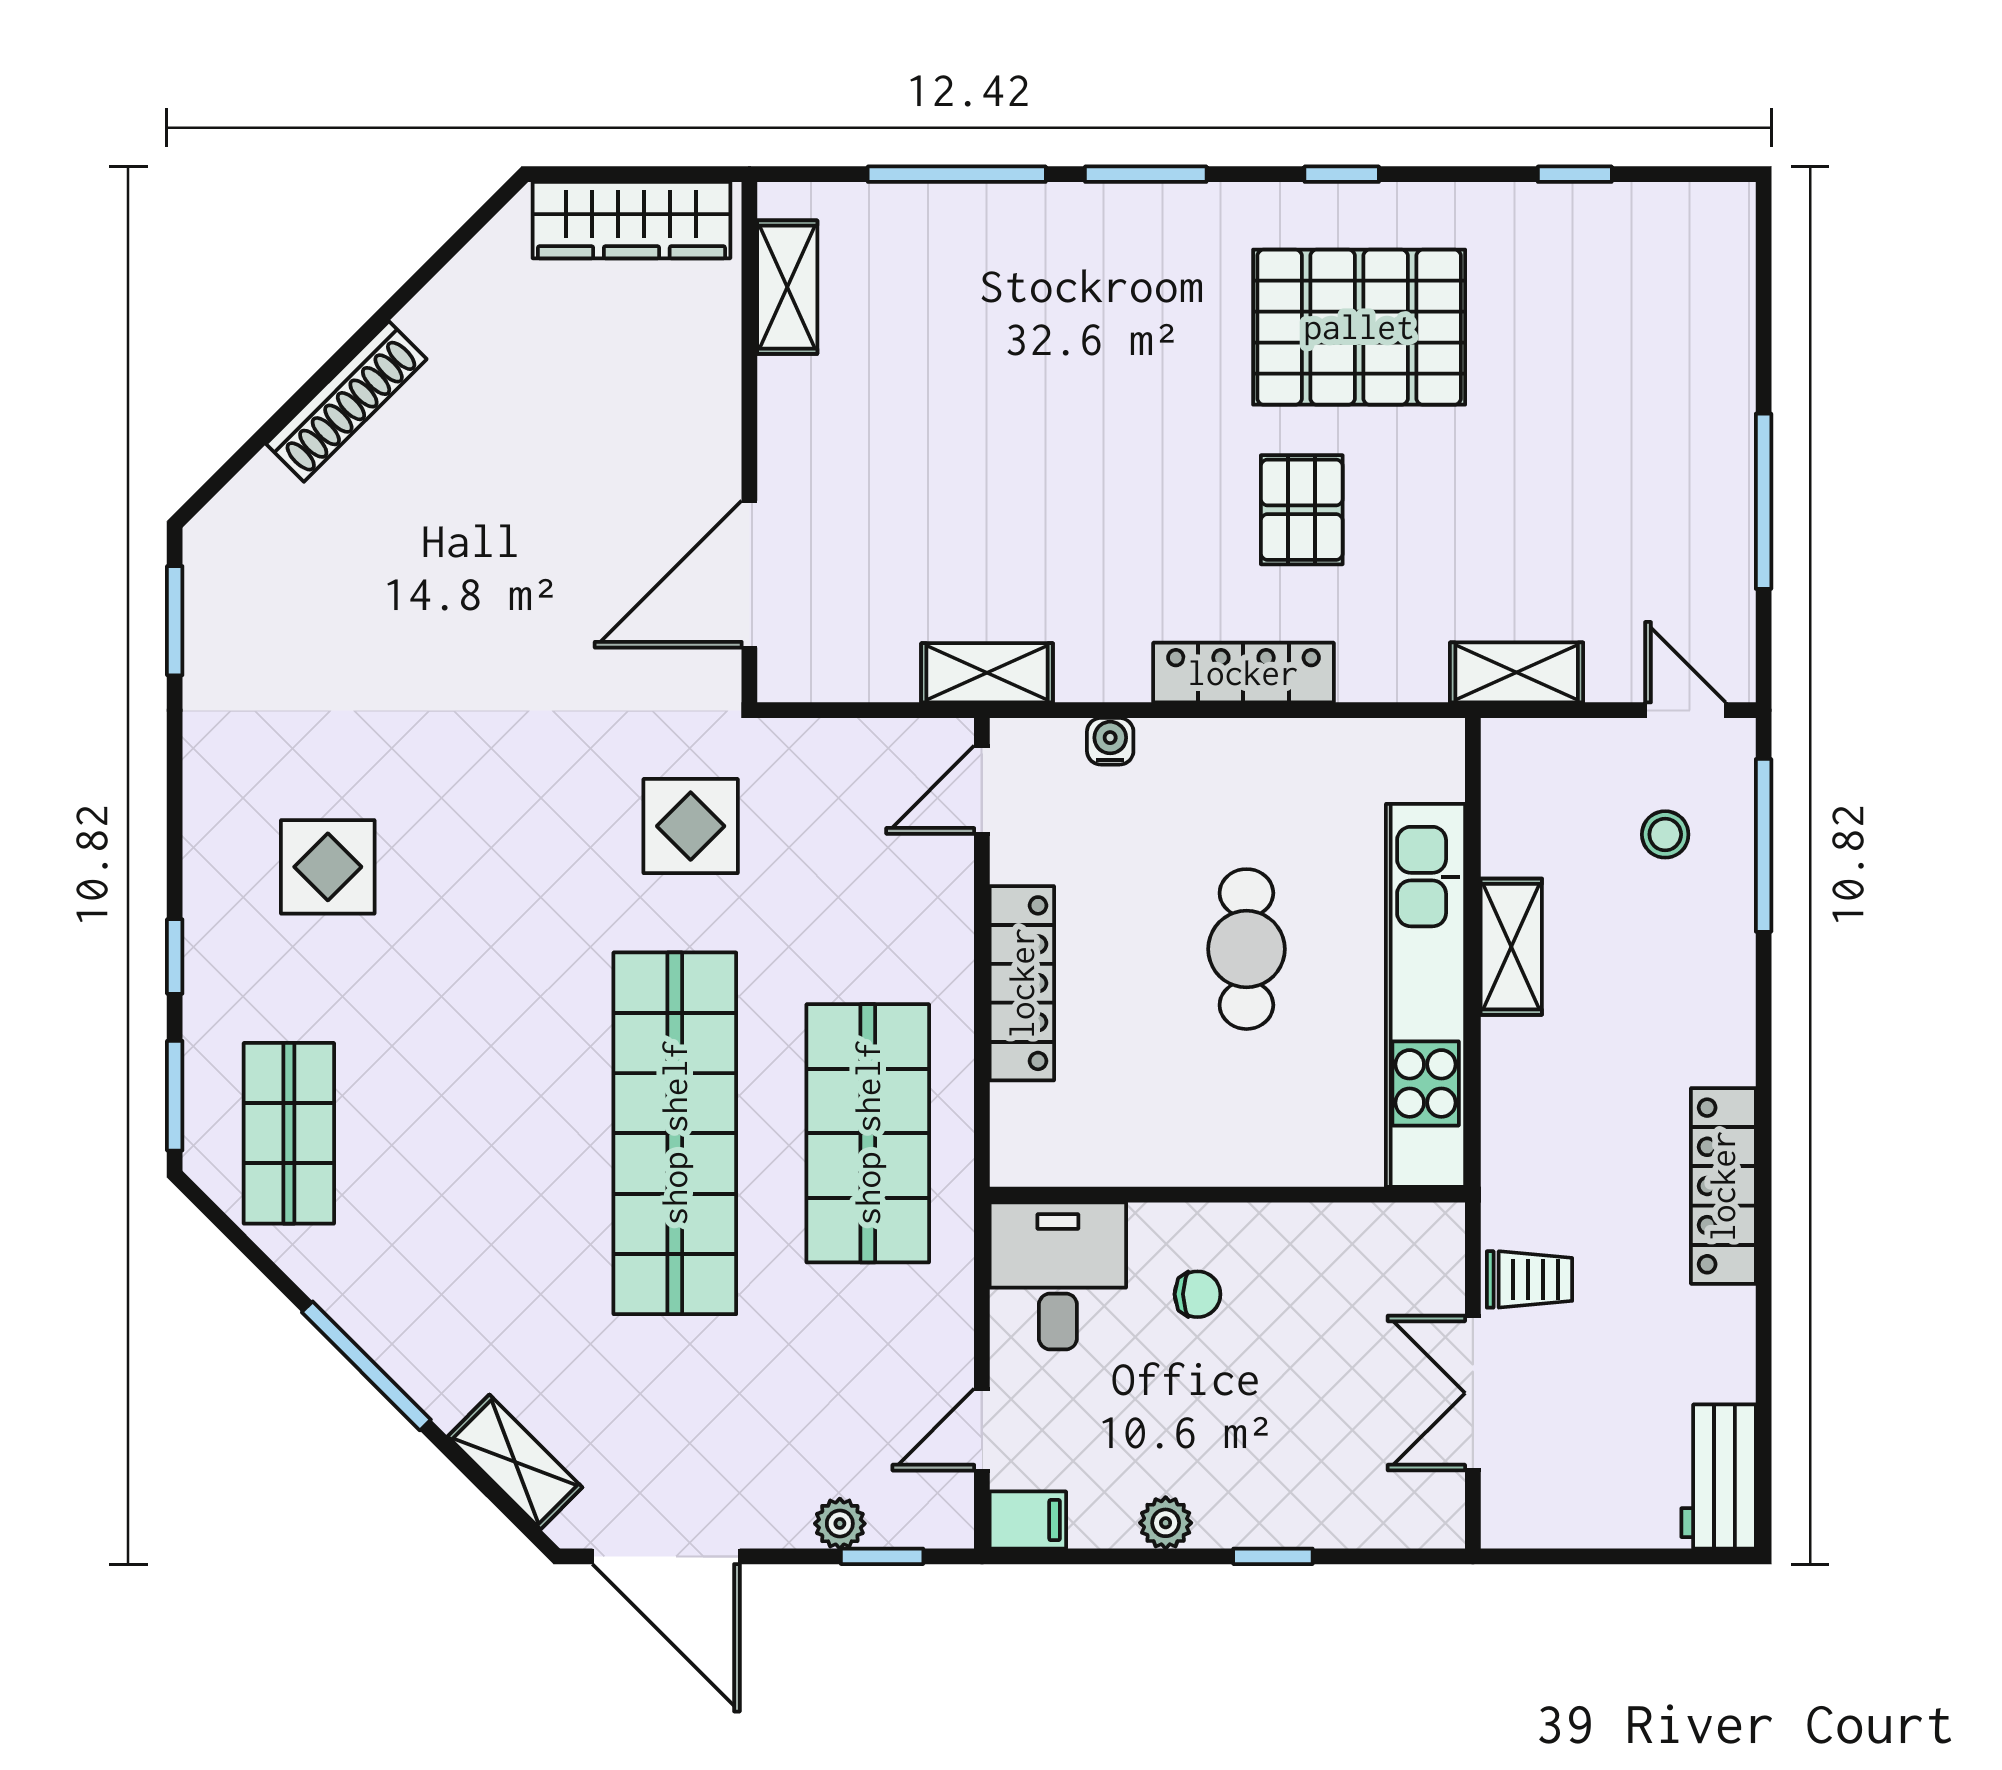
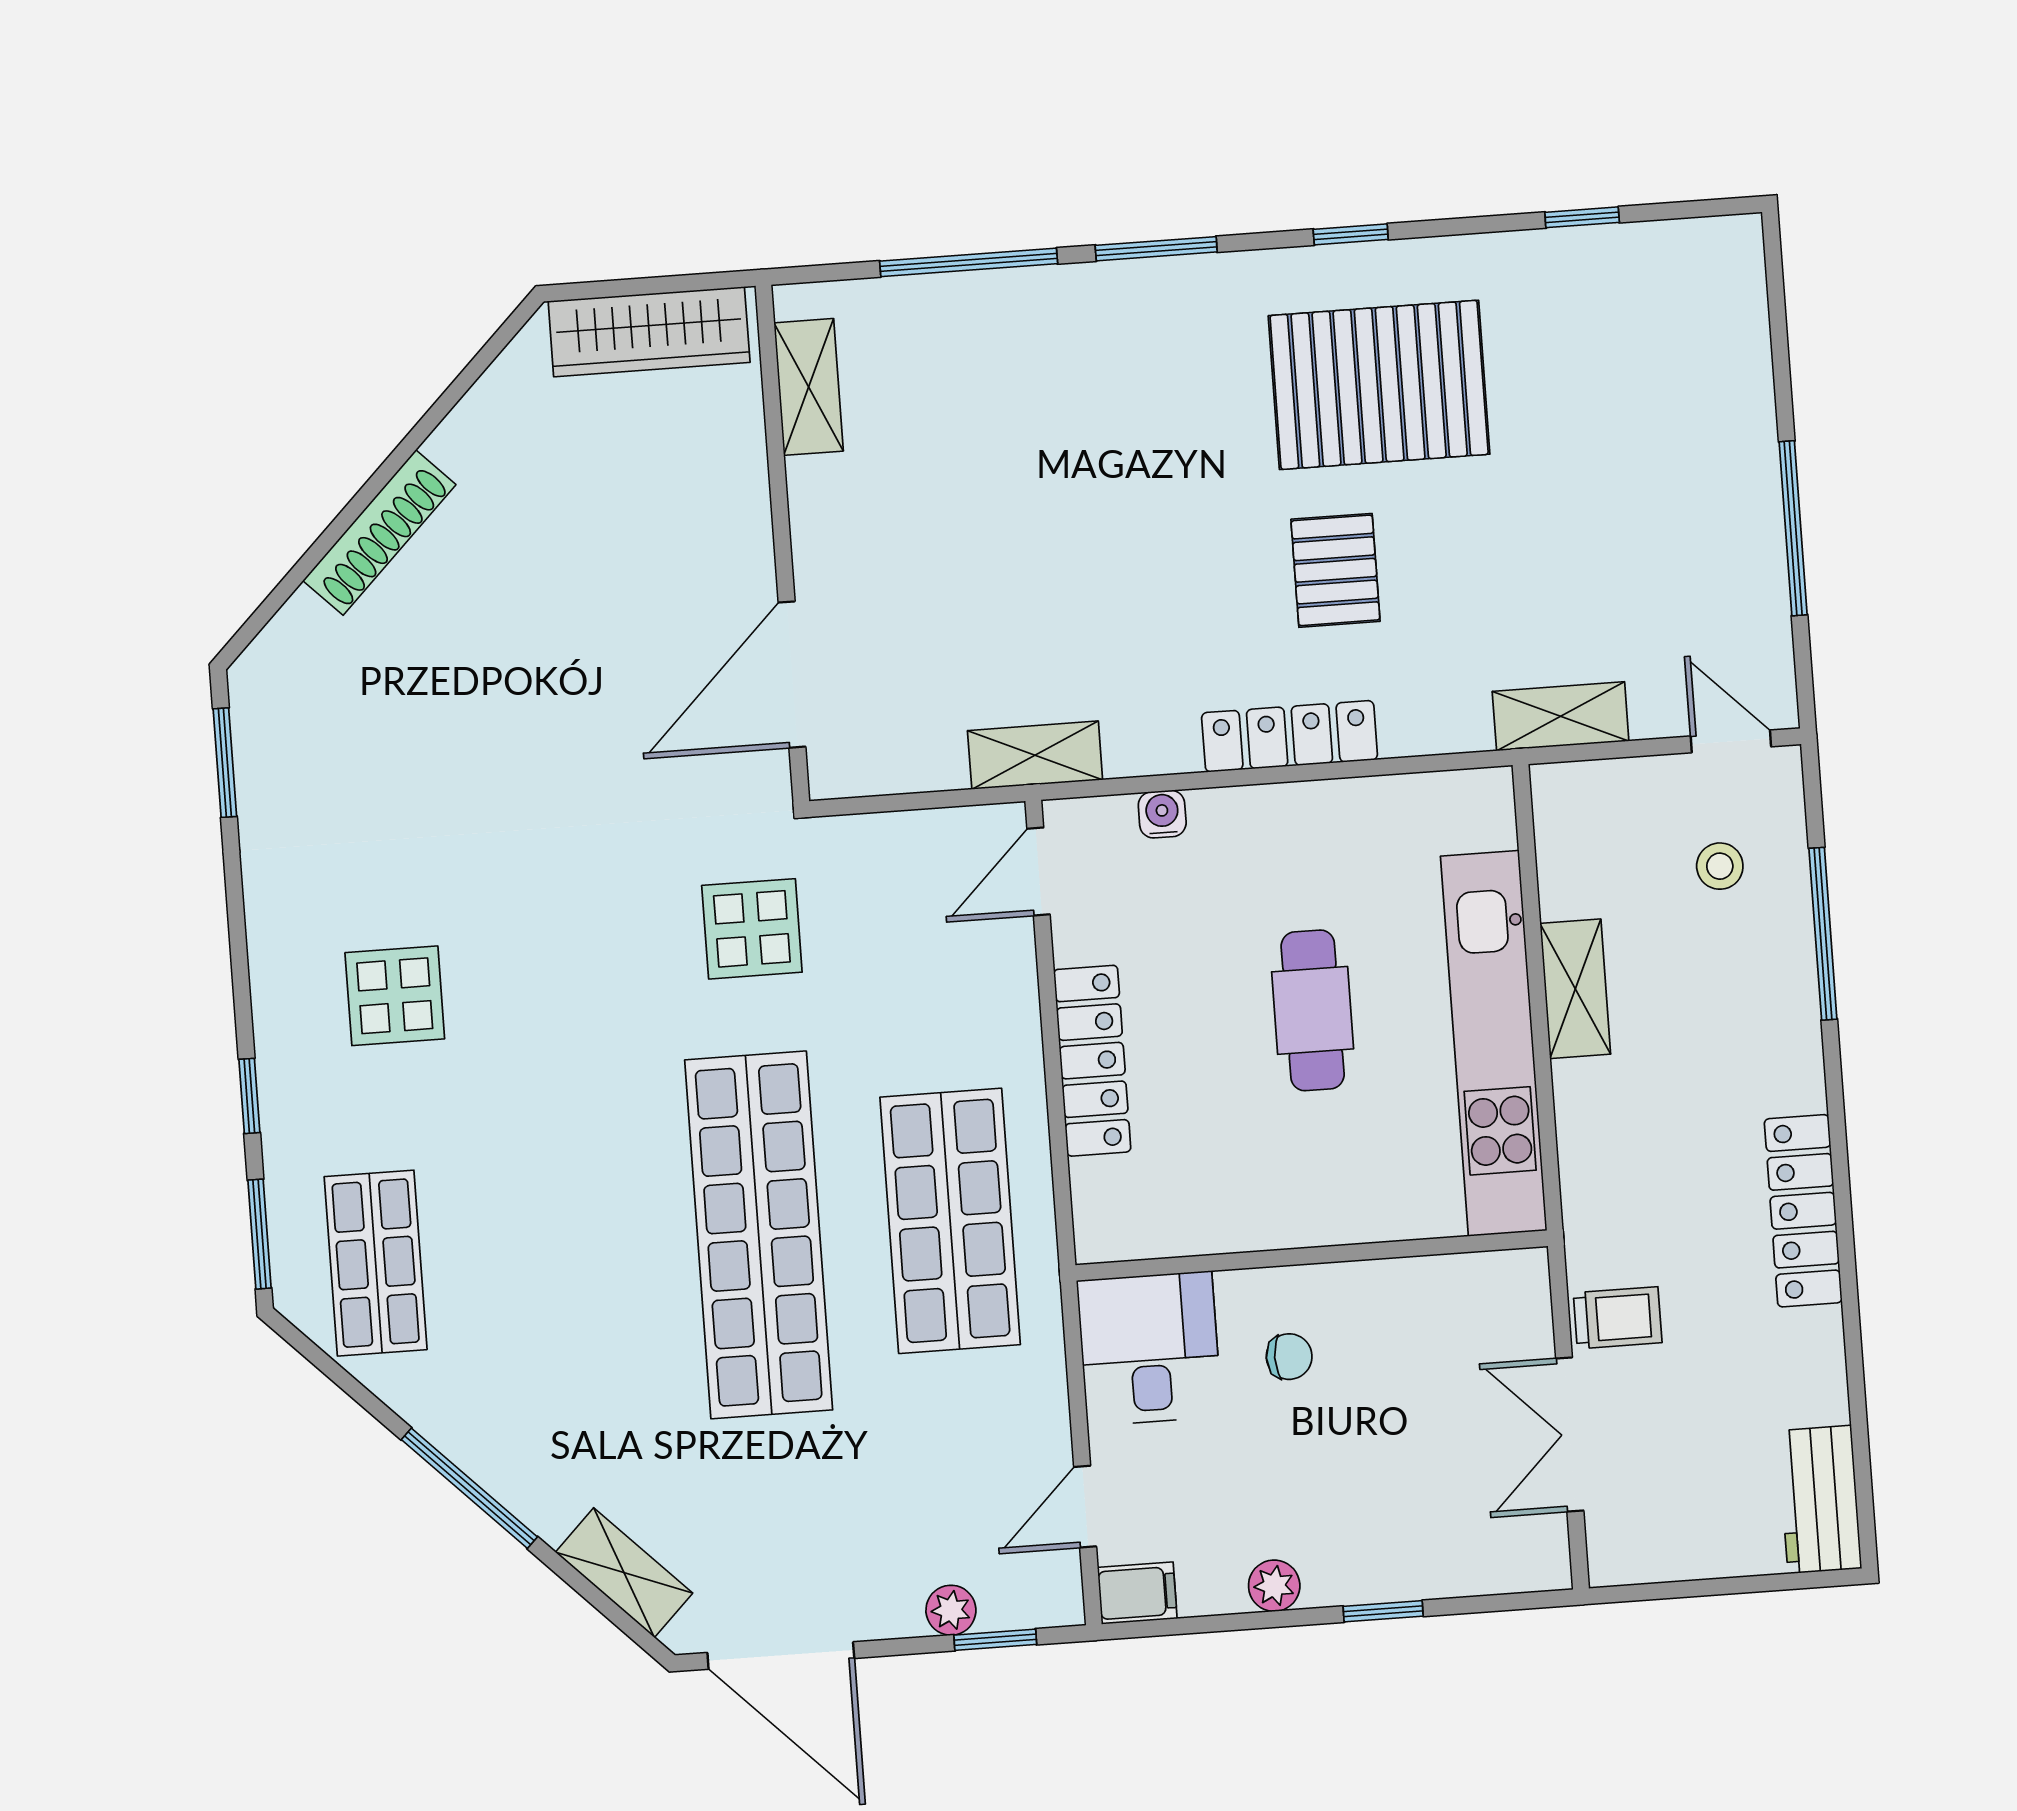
window: (1764, 845) -> (1823, 934), moved

